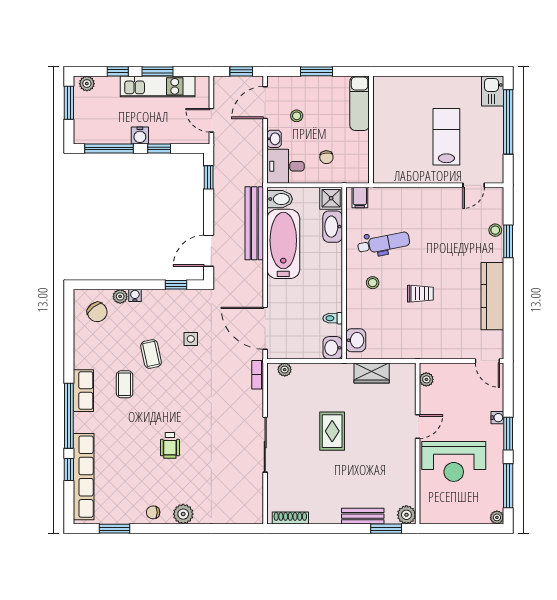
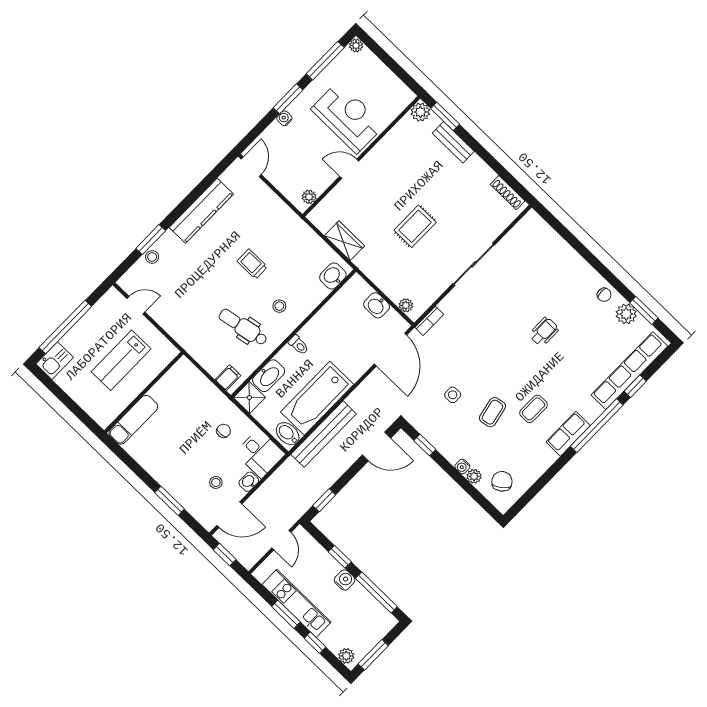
exam couch: (360, 103) -> (133, 420), moved
wall: (371, 130) -> (144, 392), moved
toilet: (333, 318) -> (299, 345), moved
washbasin: (333, 348) -> (377, 305), moved, turned 90
plant: (183, 514) -> (626, 314), moved

